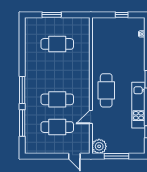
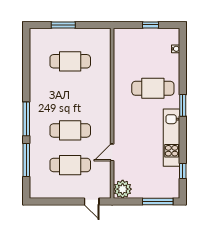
cafe table: (106, 90) -> (153, 88), moved, turned 90
window: (116, 156) -> (158, 201), moved

